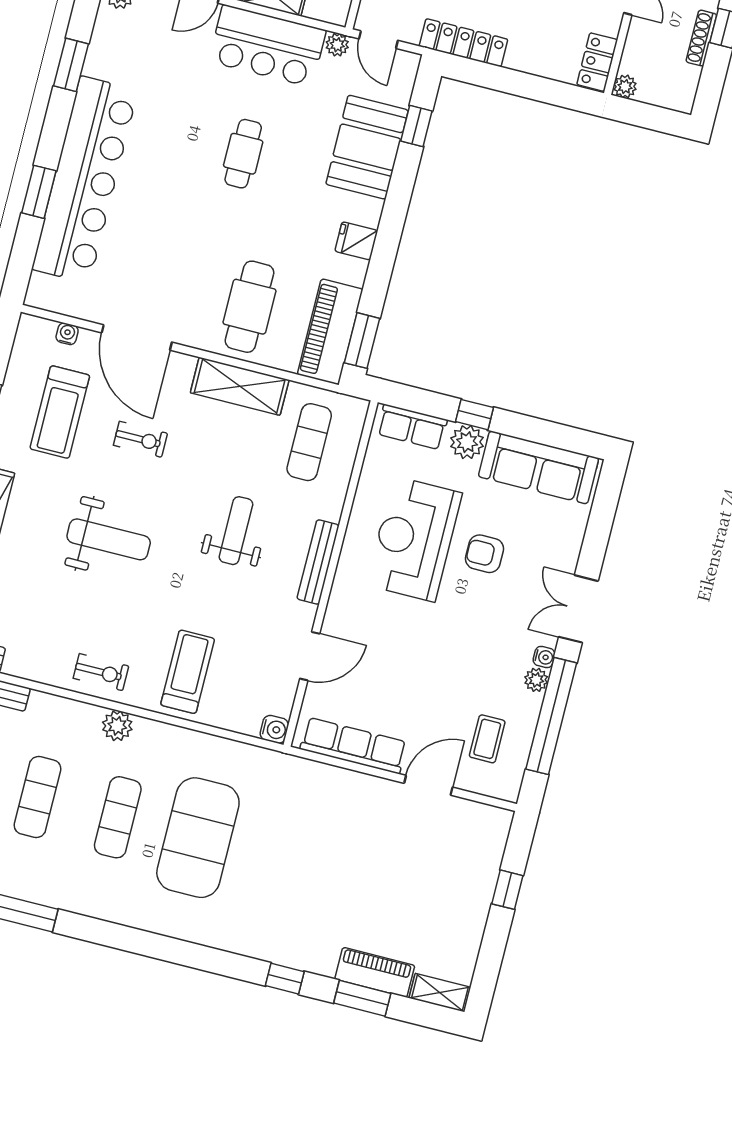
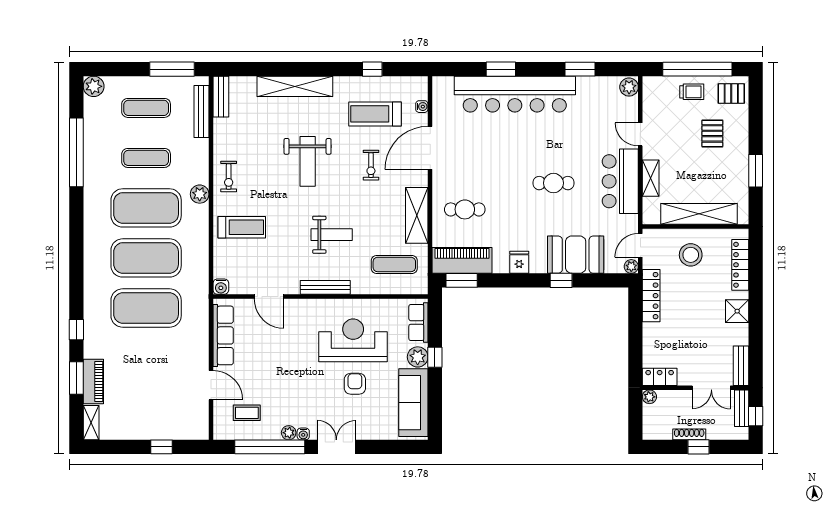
plant: (337, 45) -> (631, 266), moved
window: (416, 126) -> (561, 280), moved
cafe table: (250, 307) -> (465, 209), width x0.73, depth x0.74
exercise mat: (118, 817) -> (146, 208), width x2.00, depth x1.45
exercise mat: (278, 858) -> (146, 308), added

